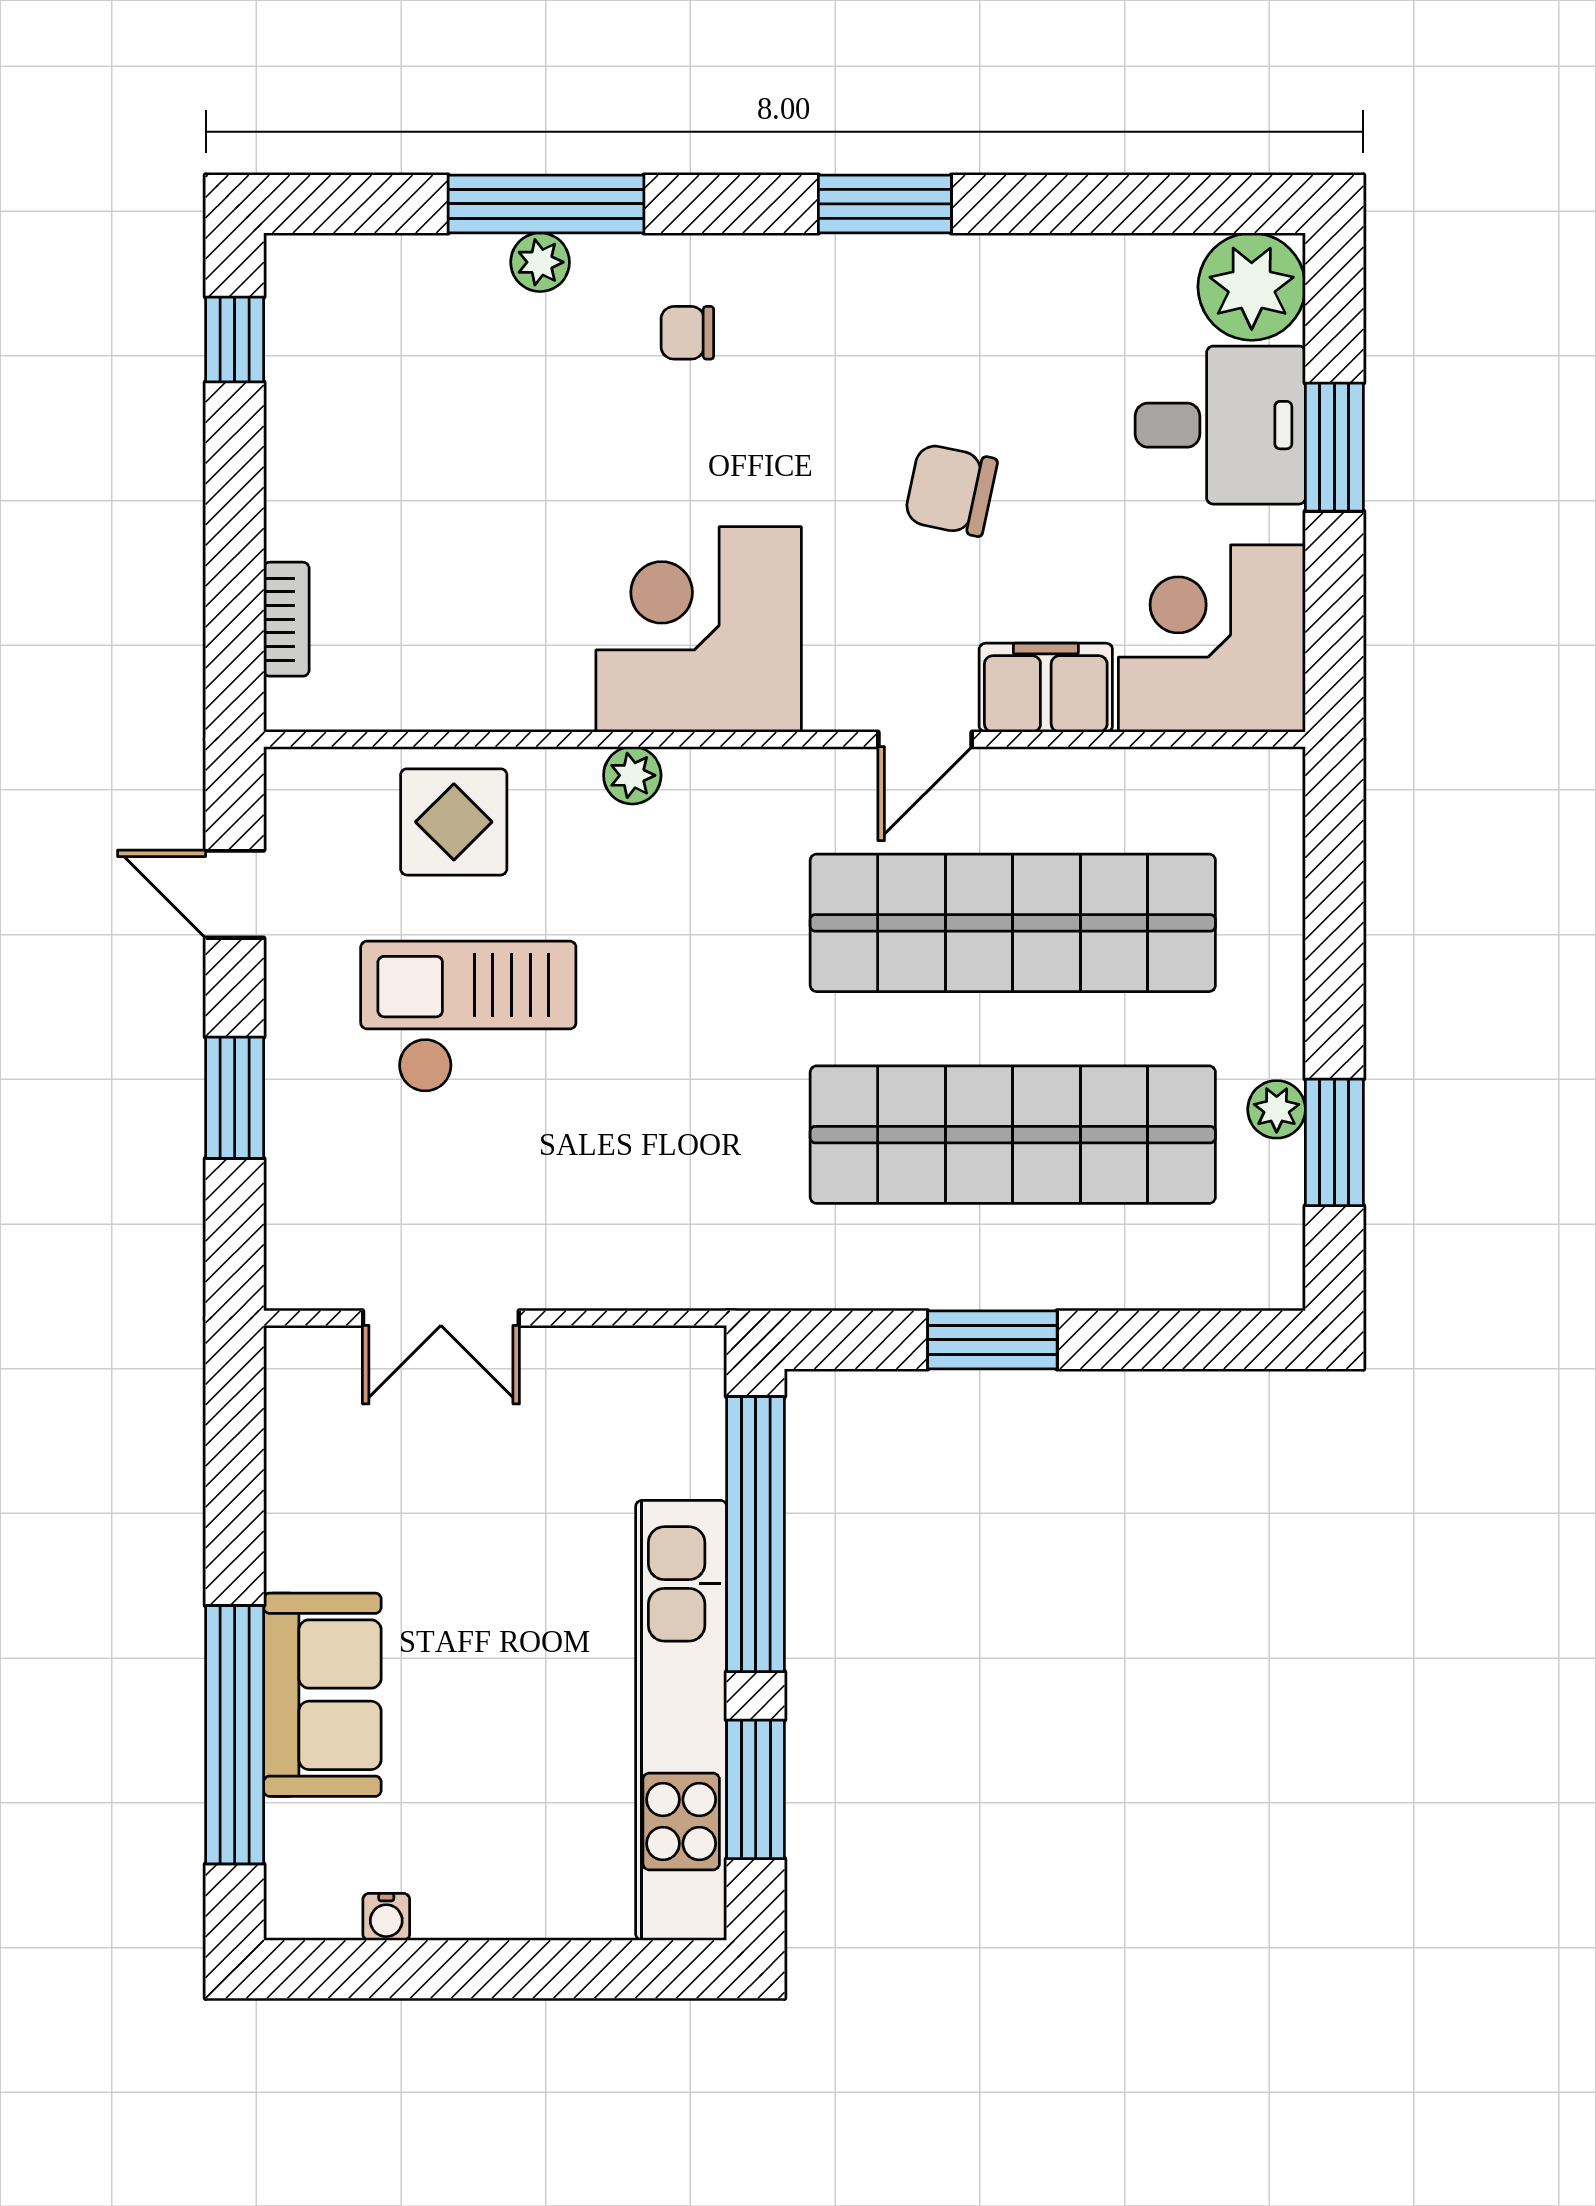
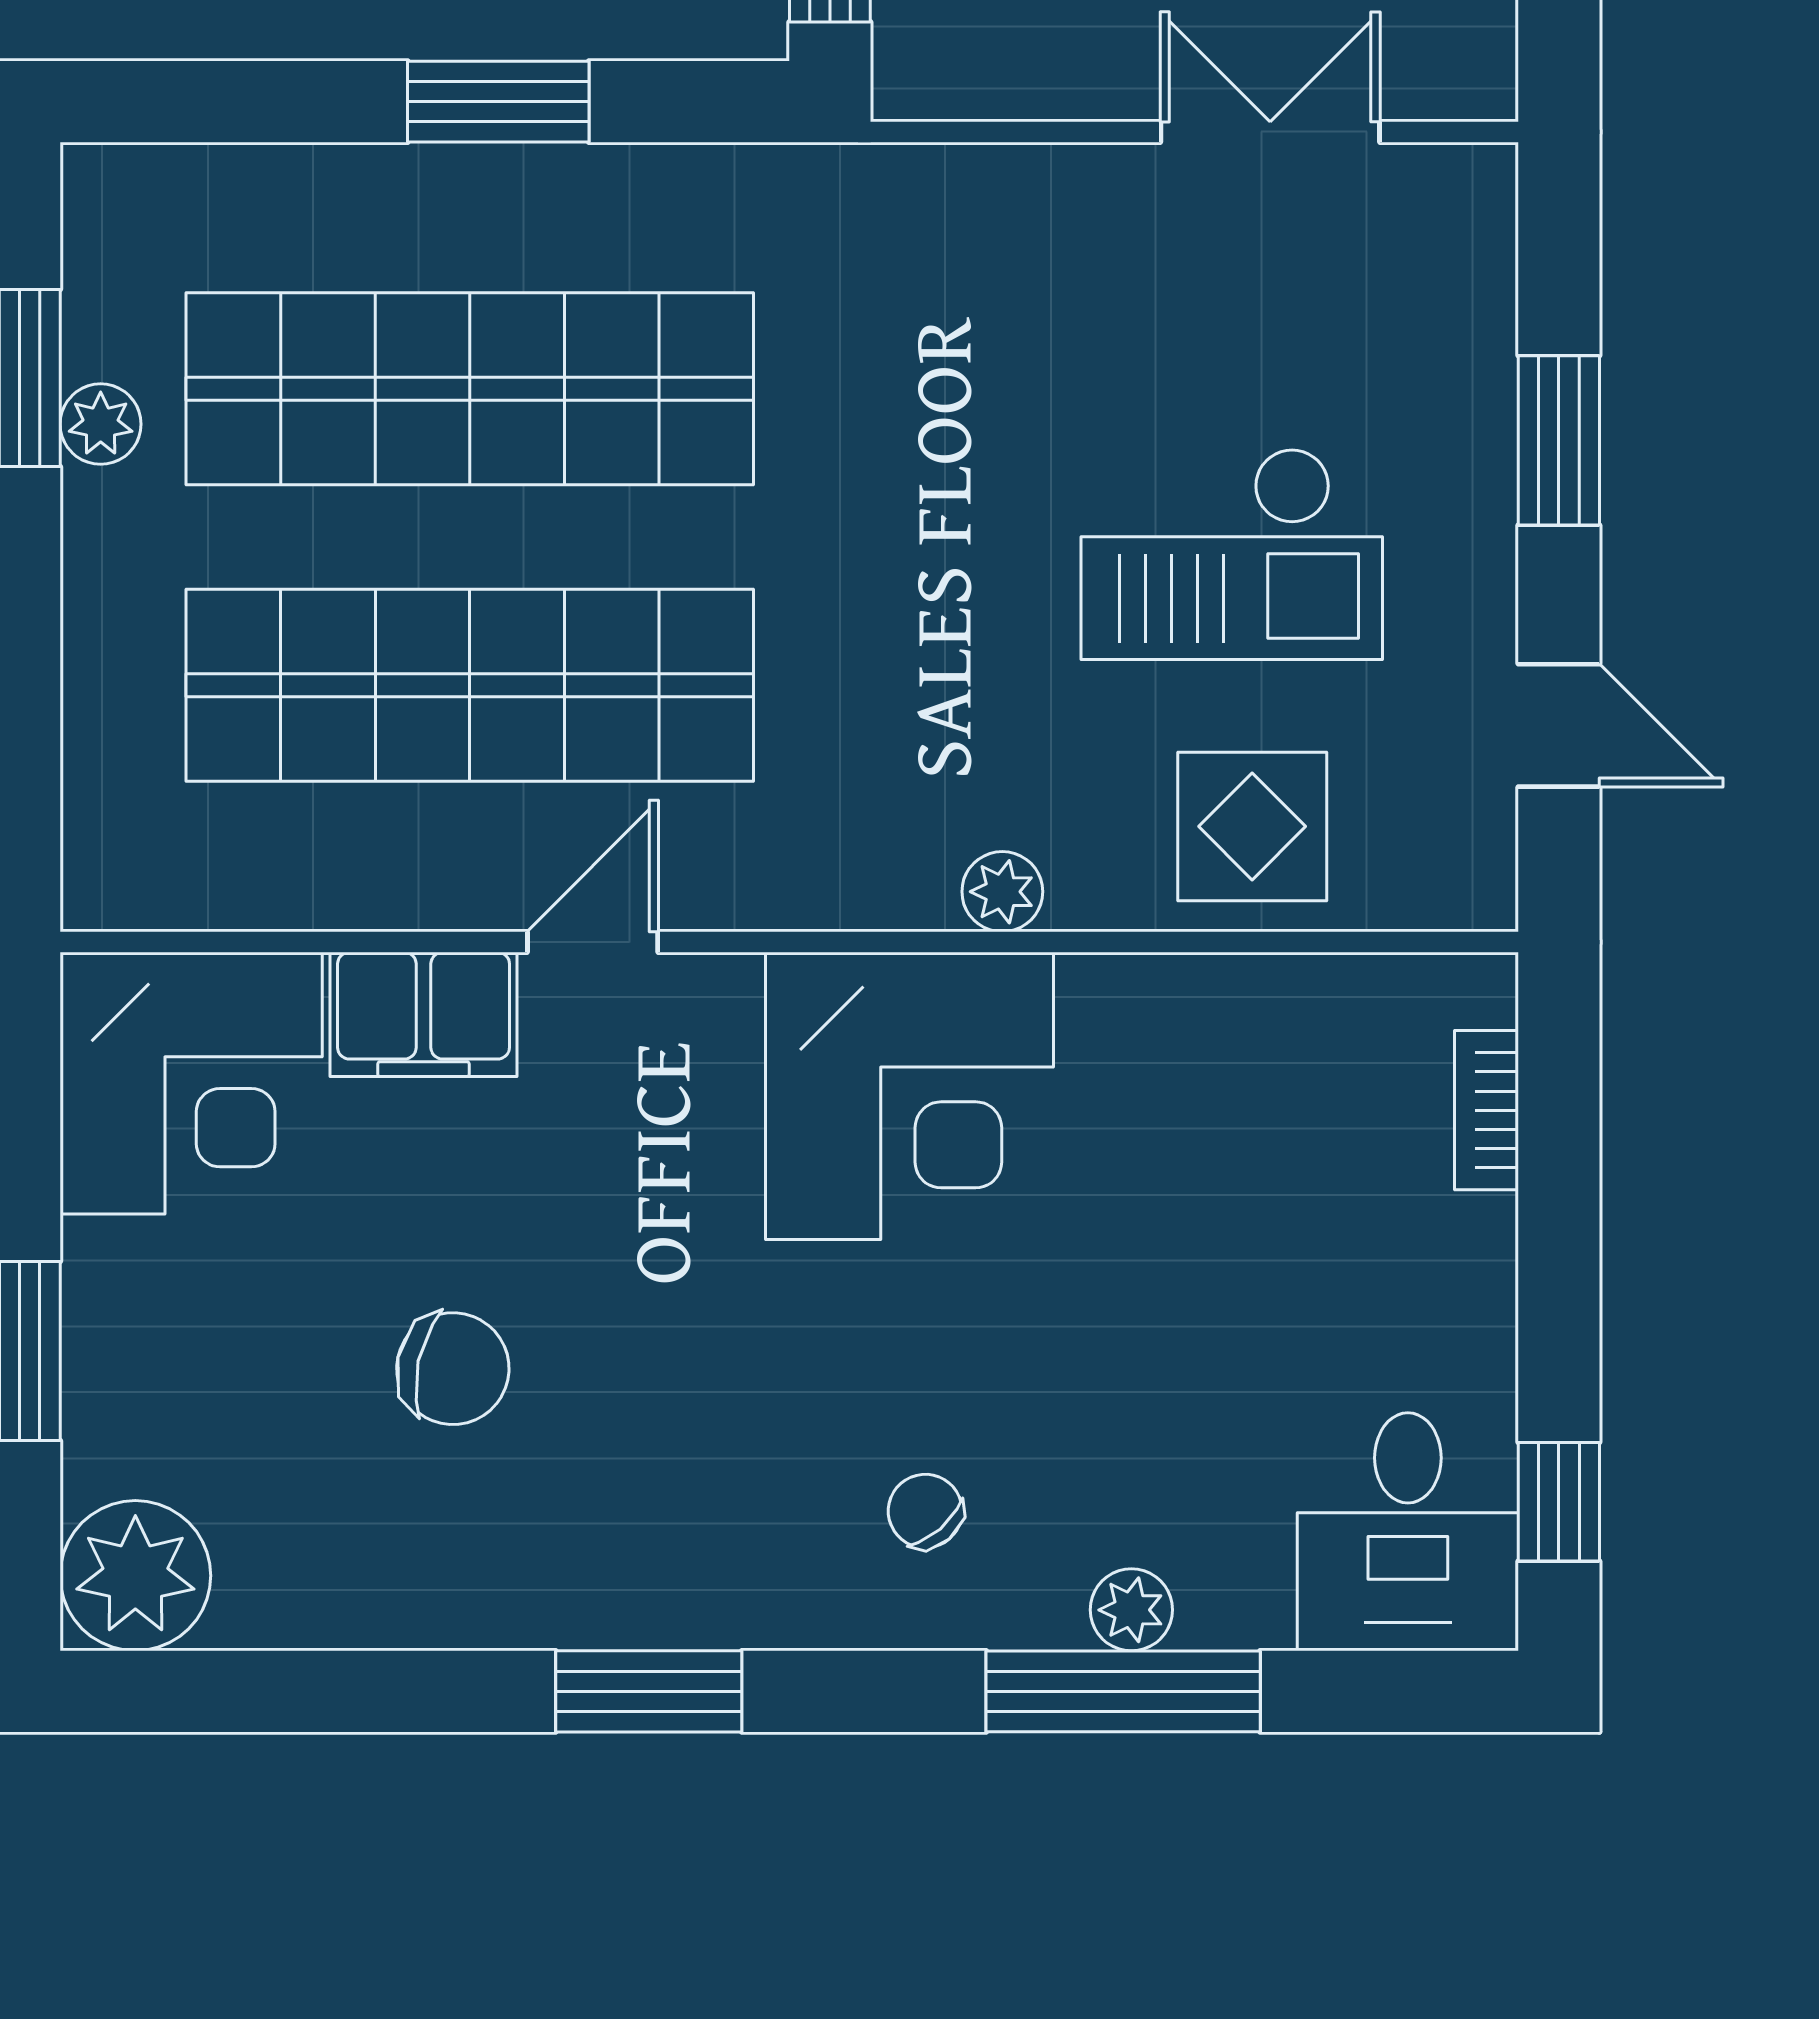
chair: (687, 333) -> (925, 1511), turned -131
desk: (1220, 425) -> (1408, 1532), moved, turned -90
chair: (951, 490) -> (453, 1369), moved

